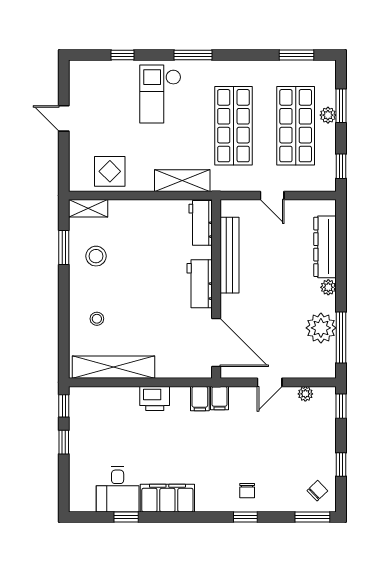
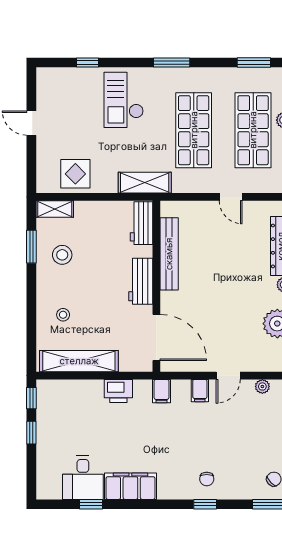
window: (193, 55) -> (172, 63), moved
workbench: (201, 223) -> (142, 223), moved
bench: (230, 255) -> (169, 254), moved
workbench: (200, 284) -> (141, 281), moved
wall: (216, 289) -> (156, 286), moved
door: (216, 343) -> (156, 337), moved
filing cabinet: (219, 398) -> (200, 391), moved

